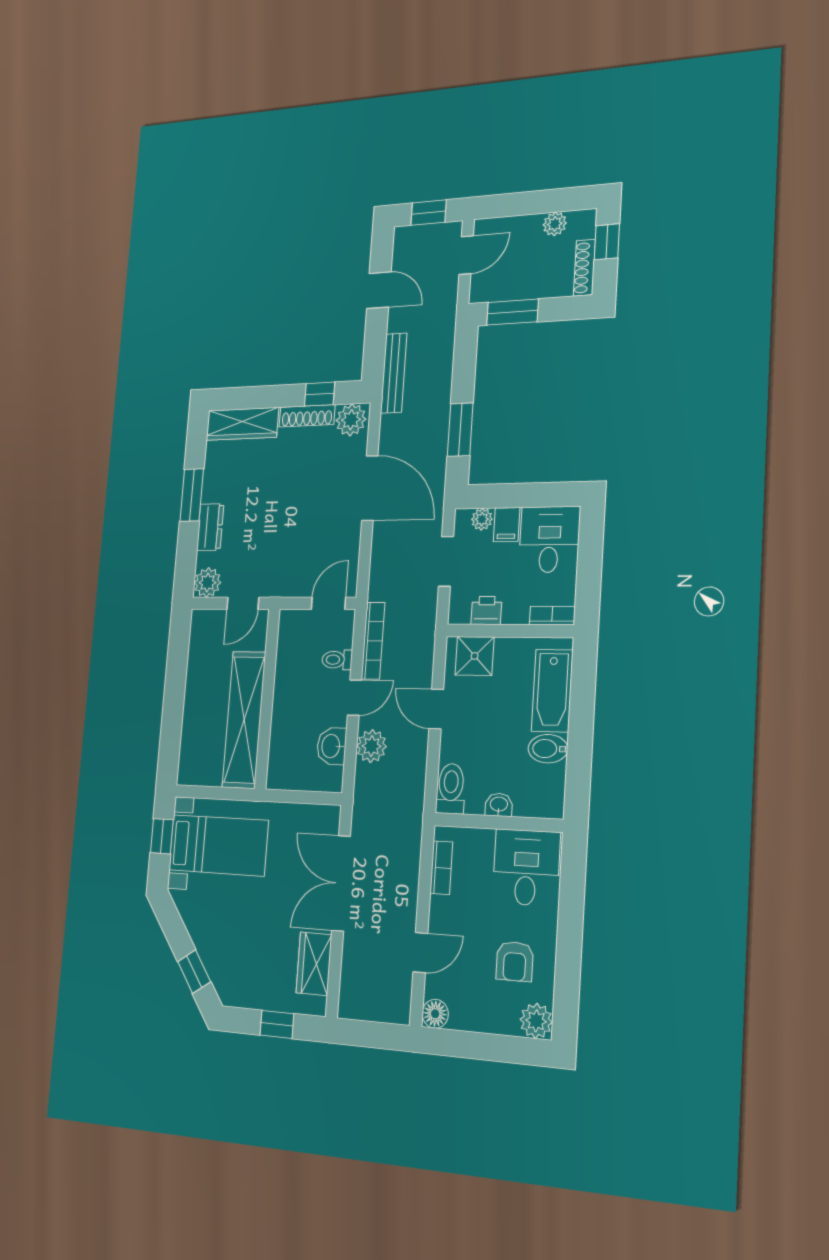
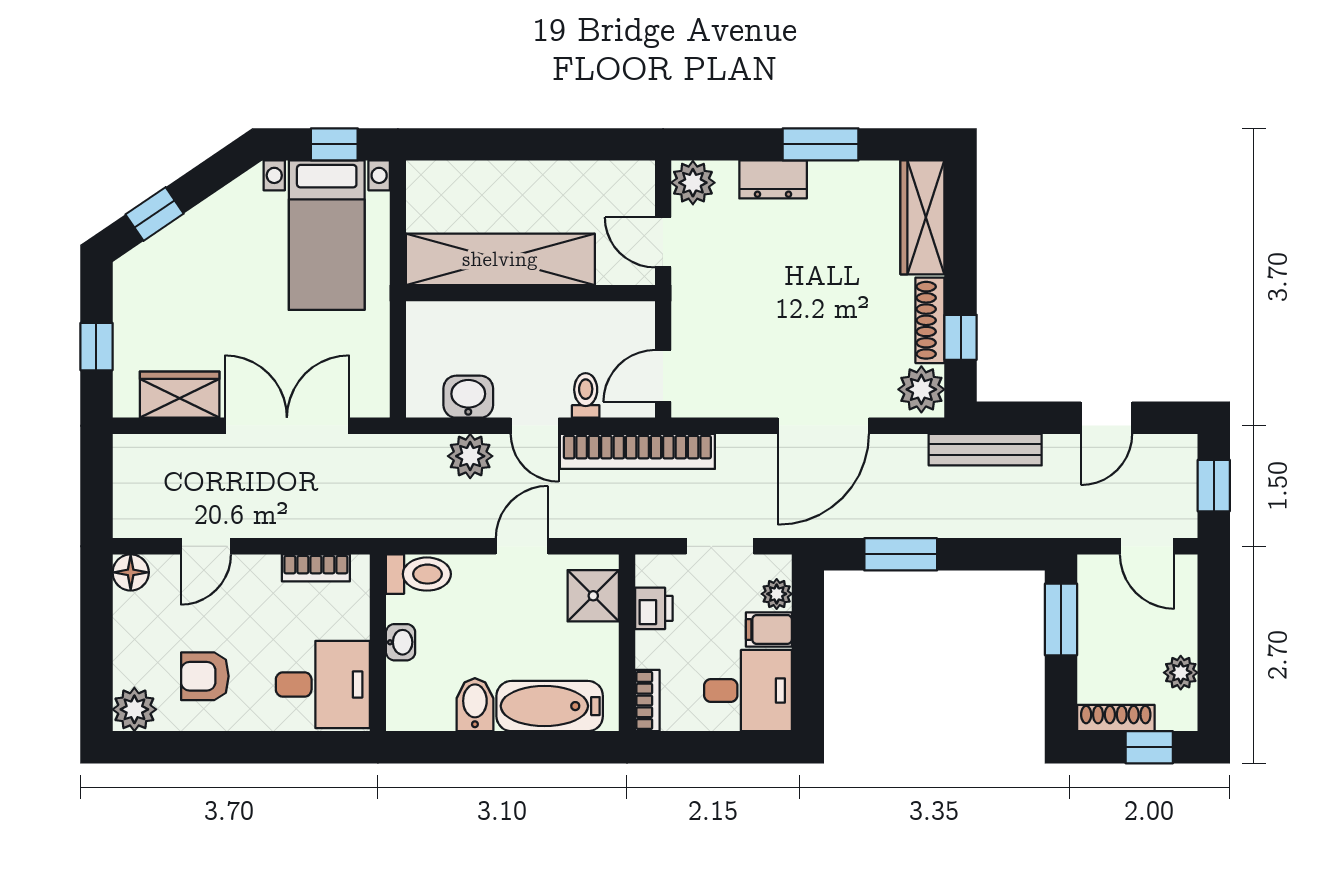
door: (328, 603) -> (663, 376), swing flipped
bookcase: (373, 641) -> (637, 451), width x1.48, depth x1.31
door: (420, 953) -> (206, 546), hinge flipped

